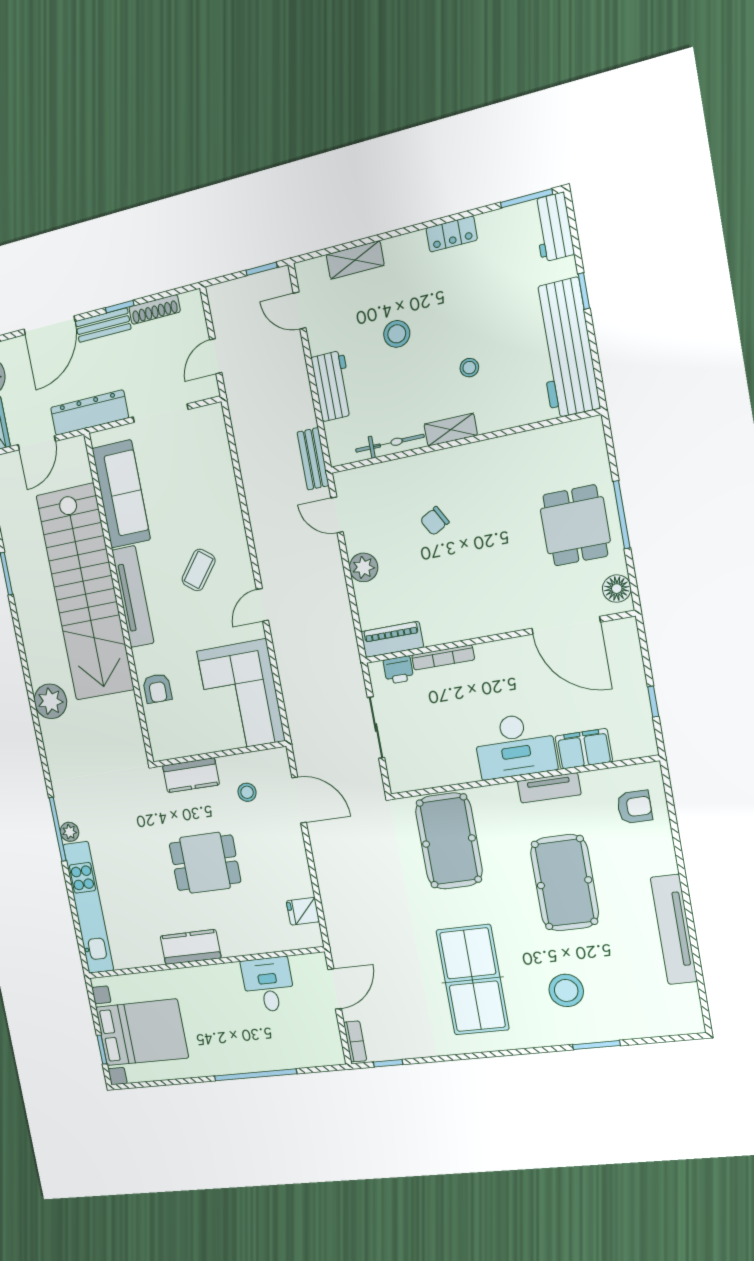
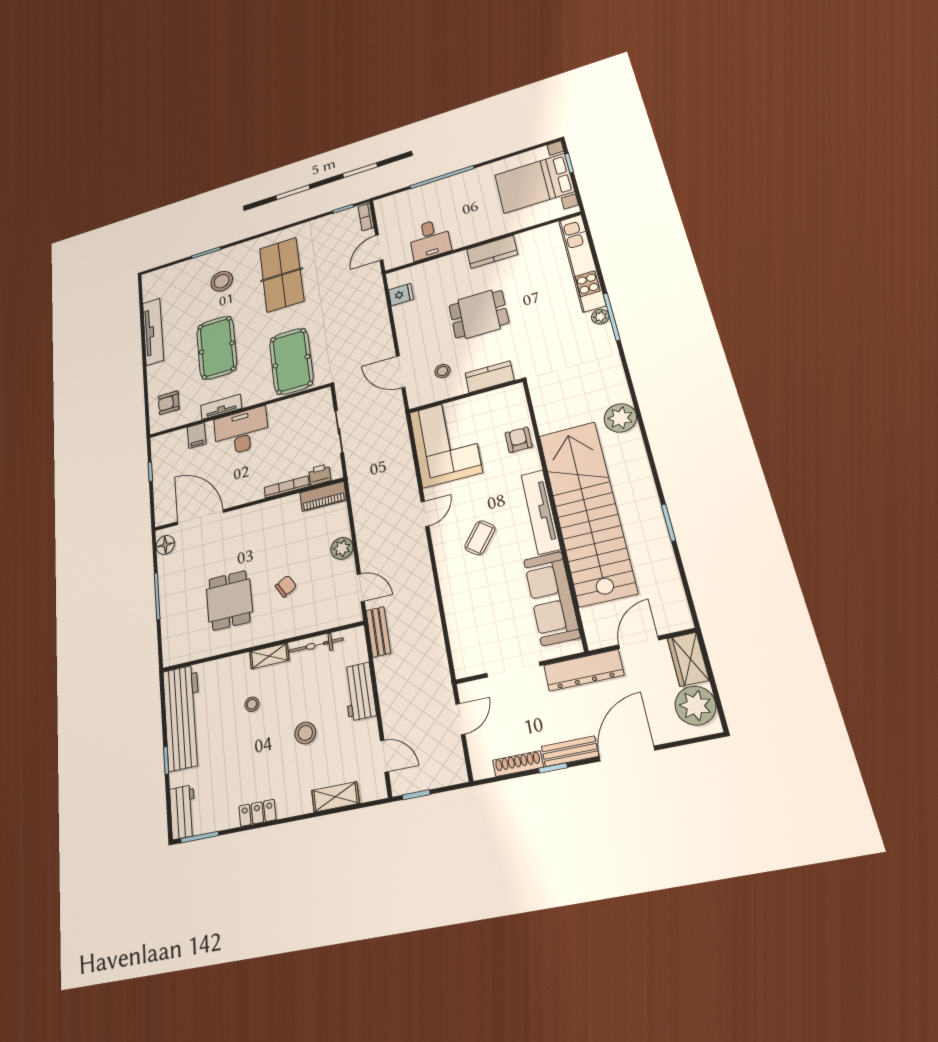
dining table: (575, 525) -> (229, 600), moved
filing cabinet: (584, 749) -> (197, 435), width x0.50

